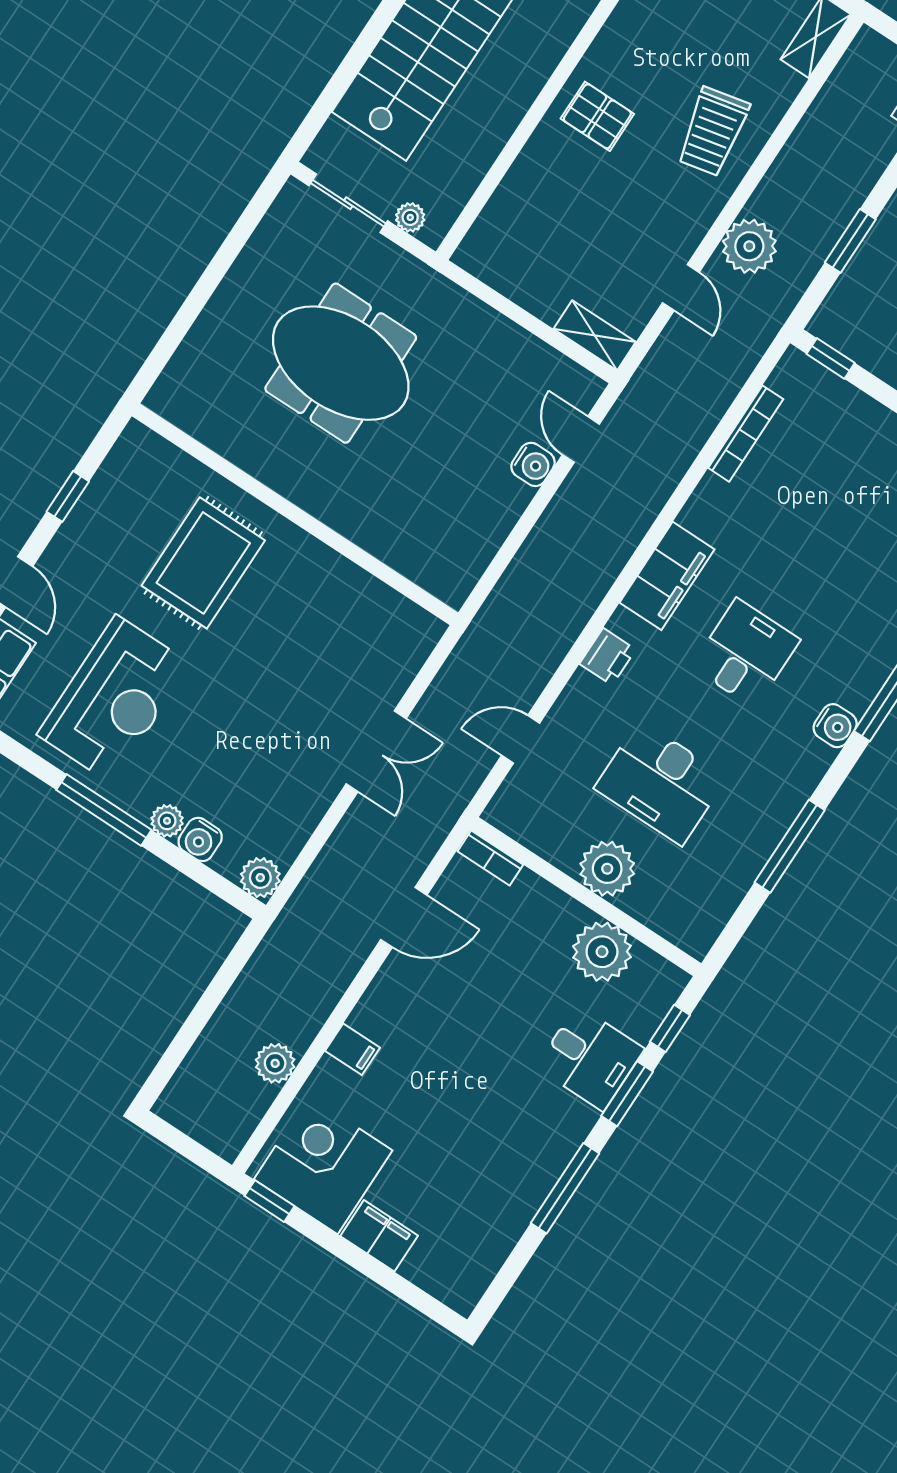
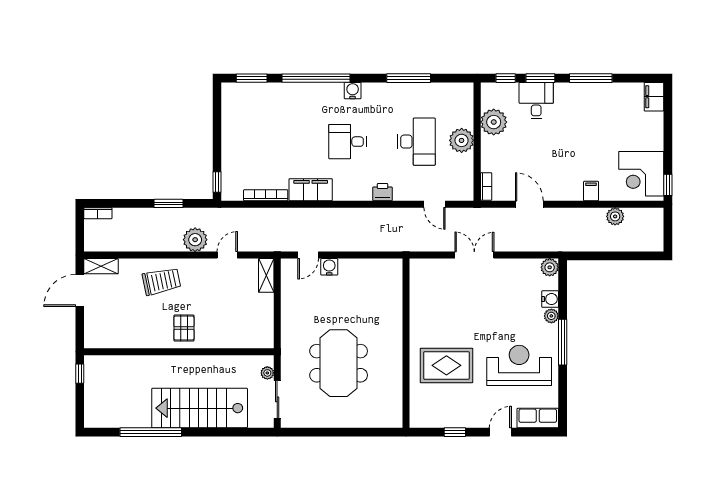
filing cabinet: (667, 576) -> (311, 190), moved
filing cabinet: (379, 1236) -> (654, 97), moved

